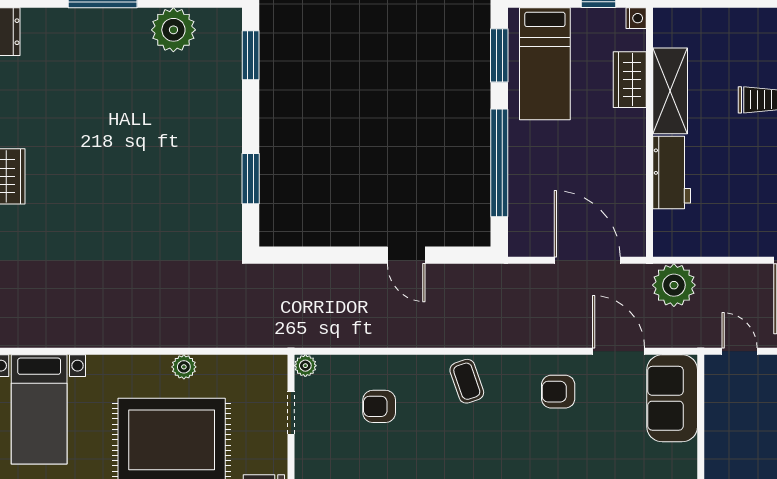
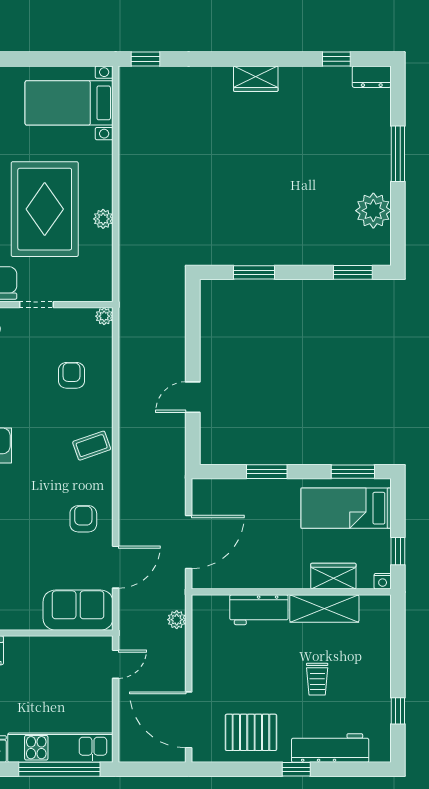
window: (499, 163) -> (267, 472), width x0.47
plant: (674, 285) -> (177, 620), width x0.53, depth x0.53
doorway: (291, 413) -> (37, 305), moved

